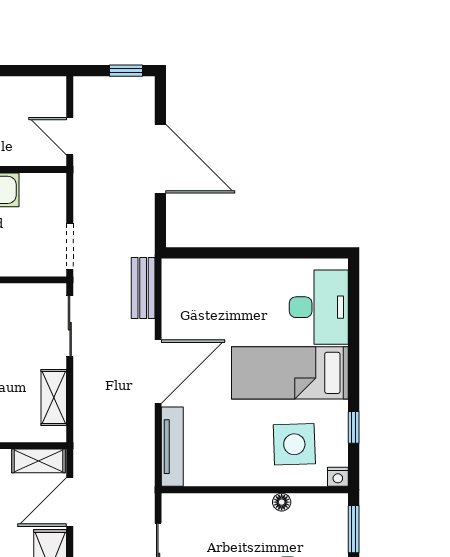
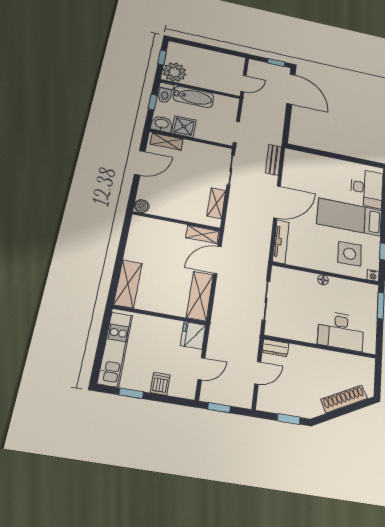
door: (70, 136) -> (243, 84), swing flipped
door: (160, 159) -> (291, 89), moved
floor lamp: (282, 502) -> (323, 280), moved

